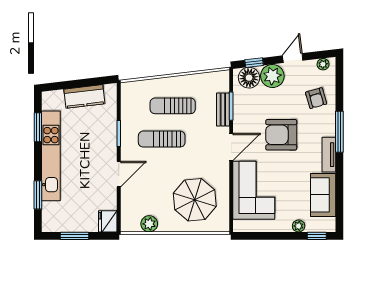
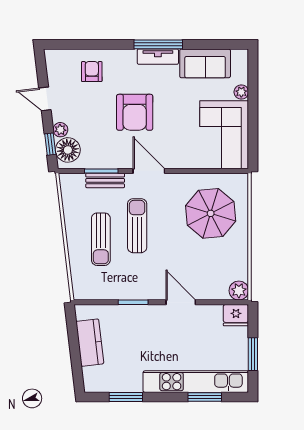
plant: (323, 64) -> (52, 63), removed
plant: (272, 76) -> (60, 130), width x0.53, depth x0.53
armchair: (316, 98) -> (92, 72), turned -74
window: (339, 132) -> (158, 44), moved
sun lounger: (162, 139) -> (137, 226), moved, turned 180
kitchen unit: (51, 156) -> (196, 382), moved
corner sofa: (254, 190) -> (224, 135), moved, turned -90
plant: (149, 224) -> (239, 291), moved
window: (317, 236) -> (253, 71), removed

